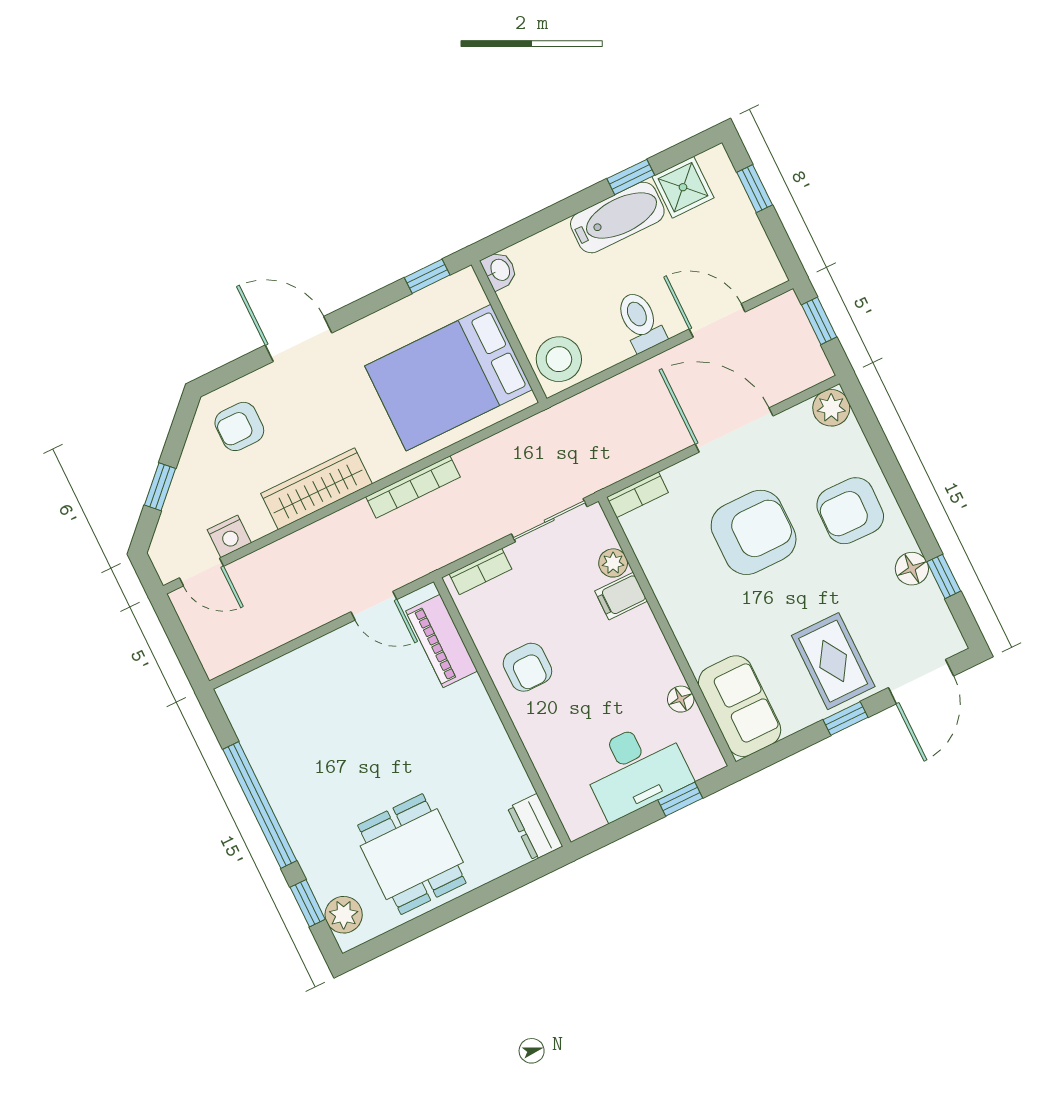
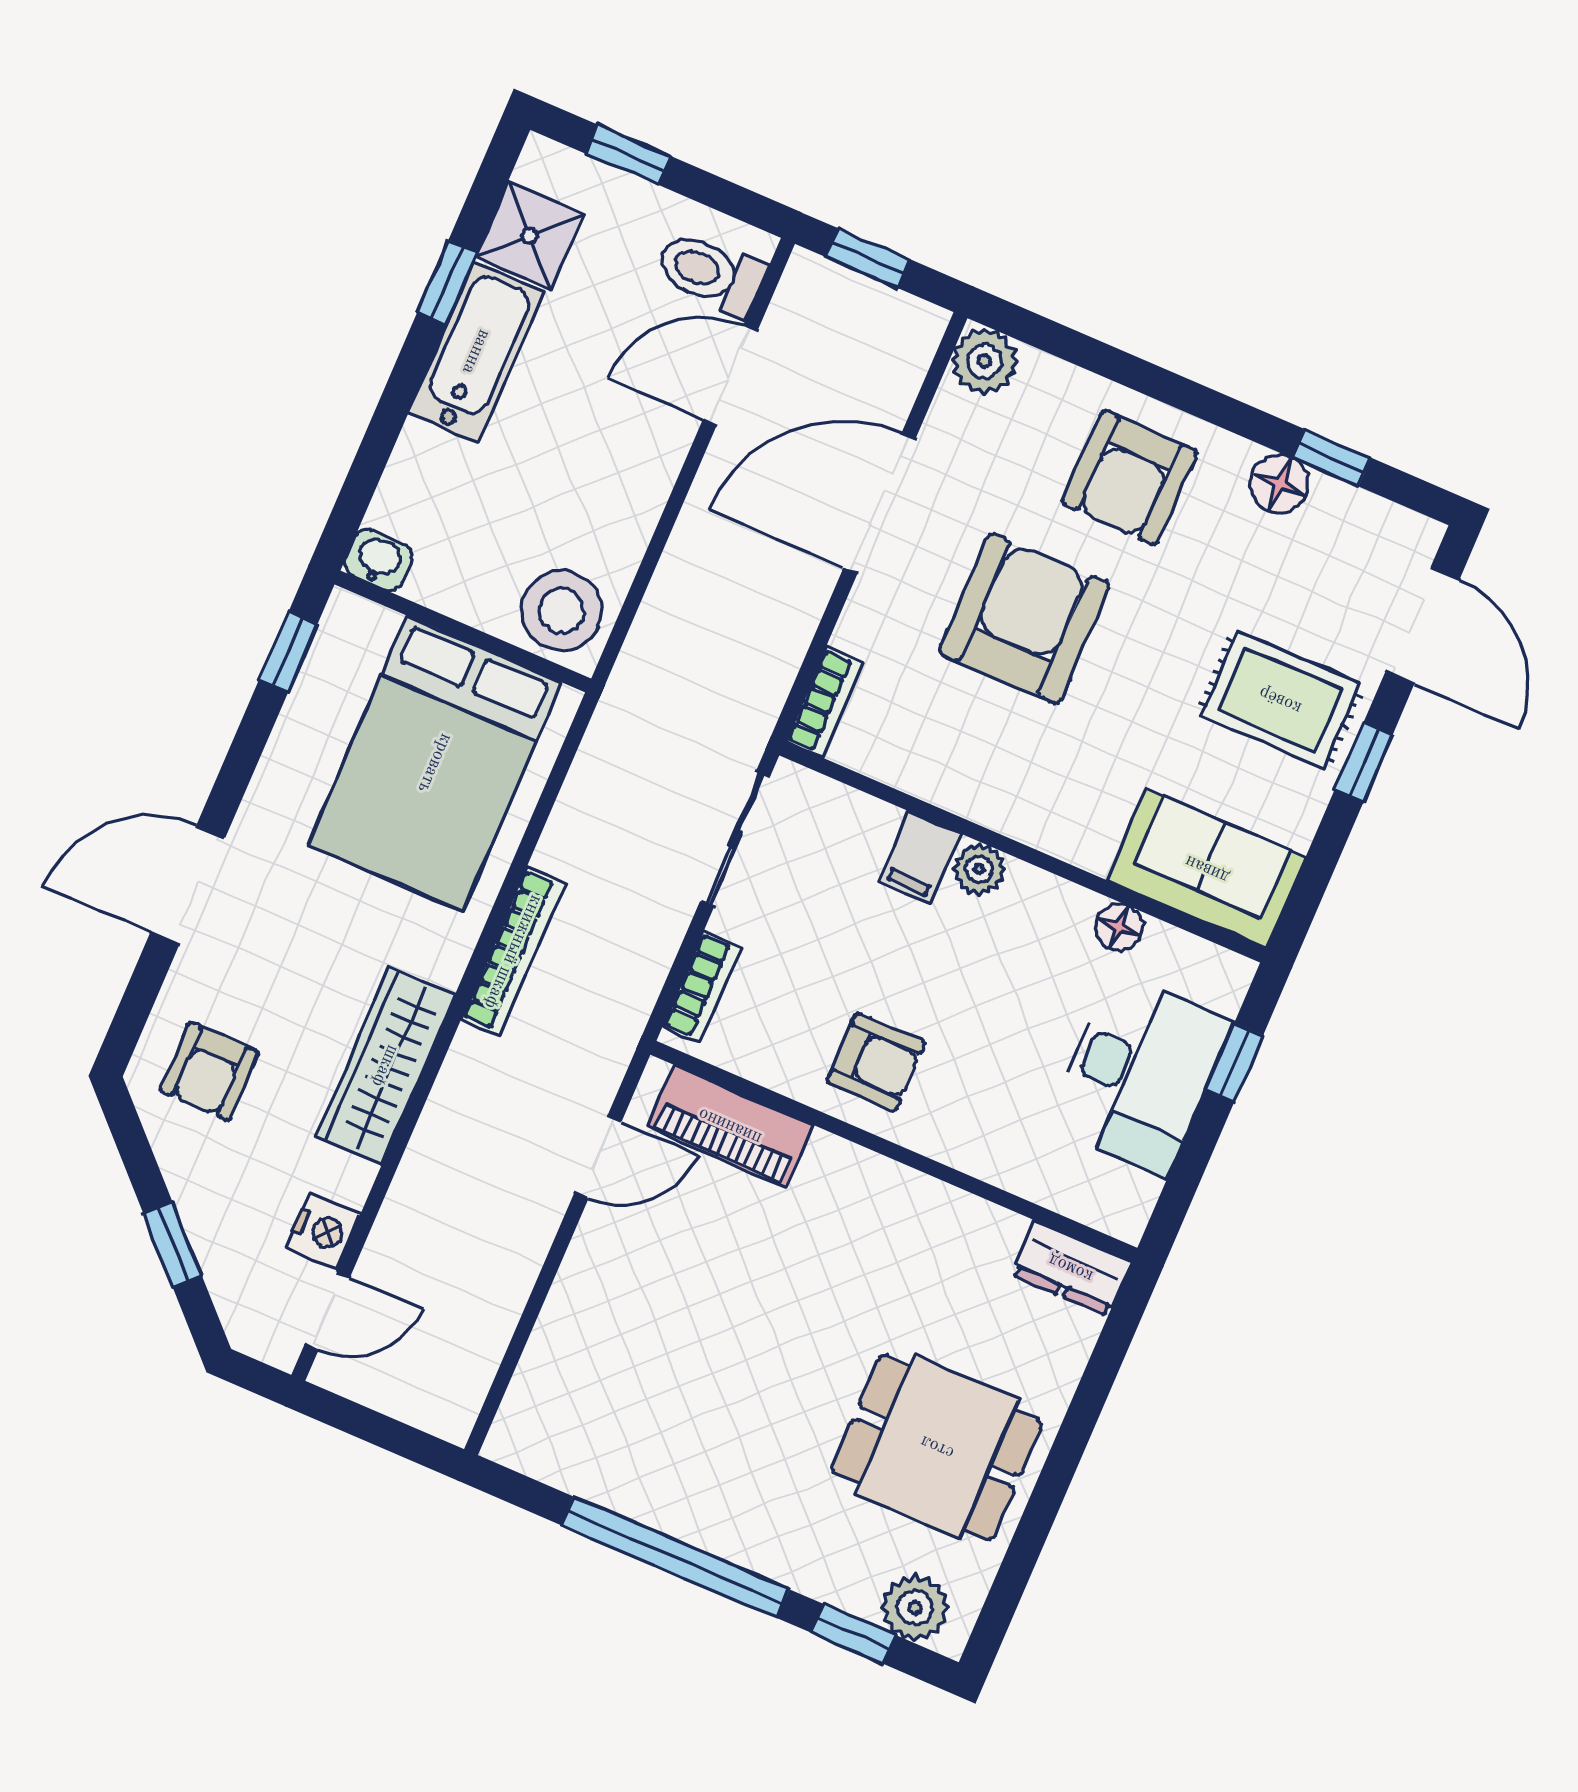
toilet: (640, 321) -> (710, 273), moved
plant: (613, 563) -> (979, 869), moved

